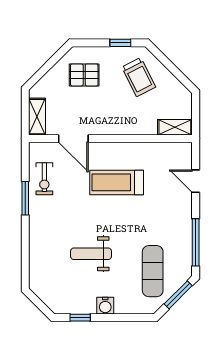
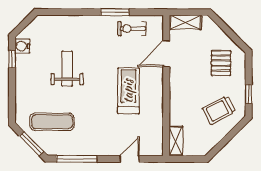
water cooler: (105, 306) -> (22, 46), moved

